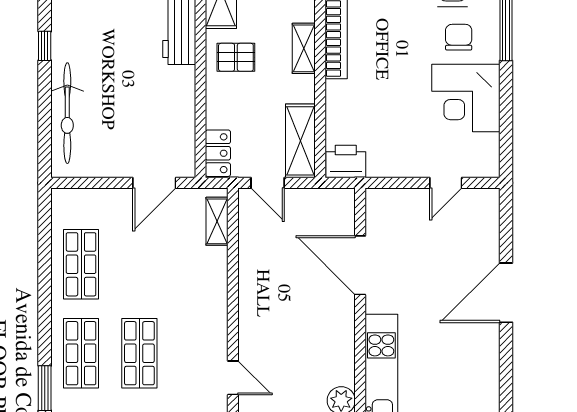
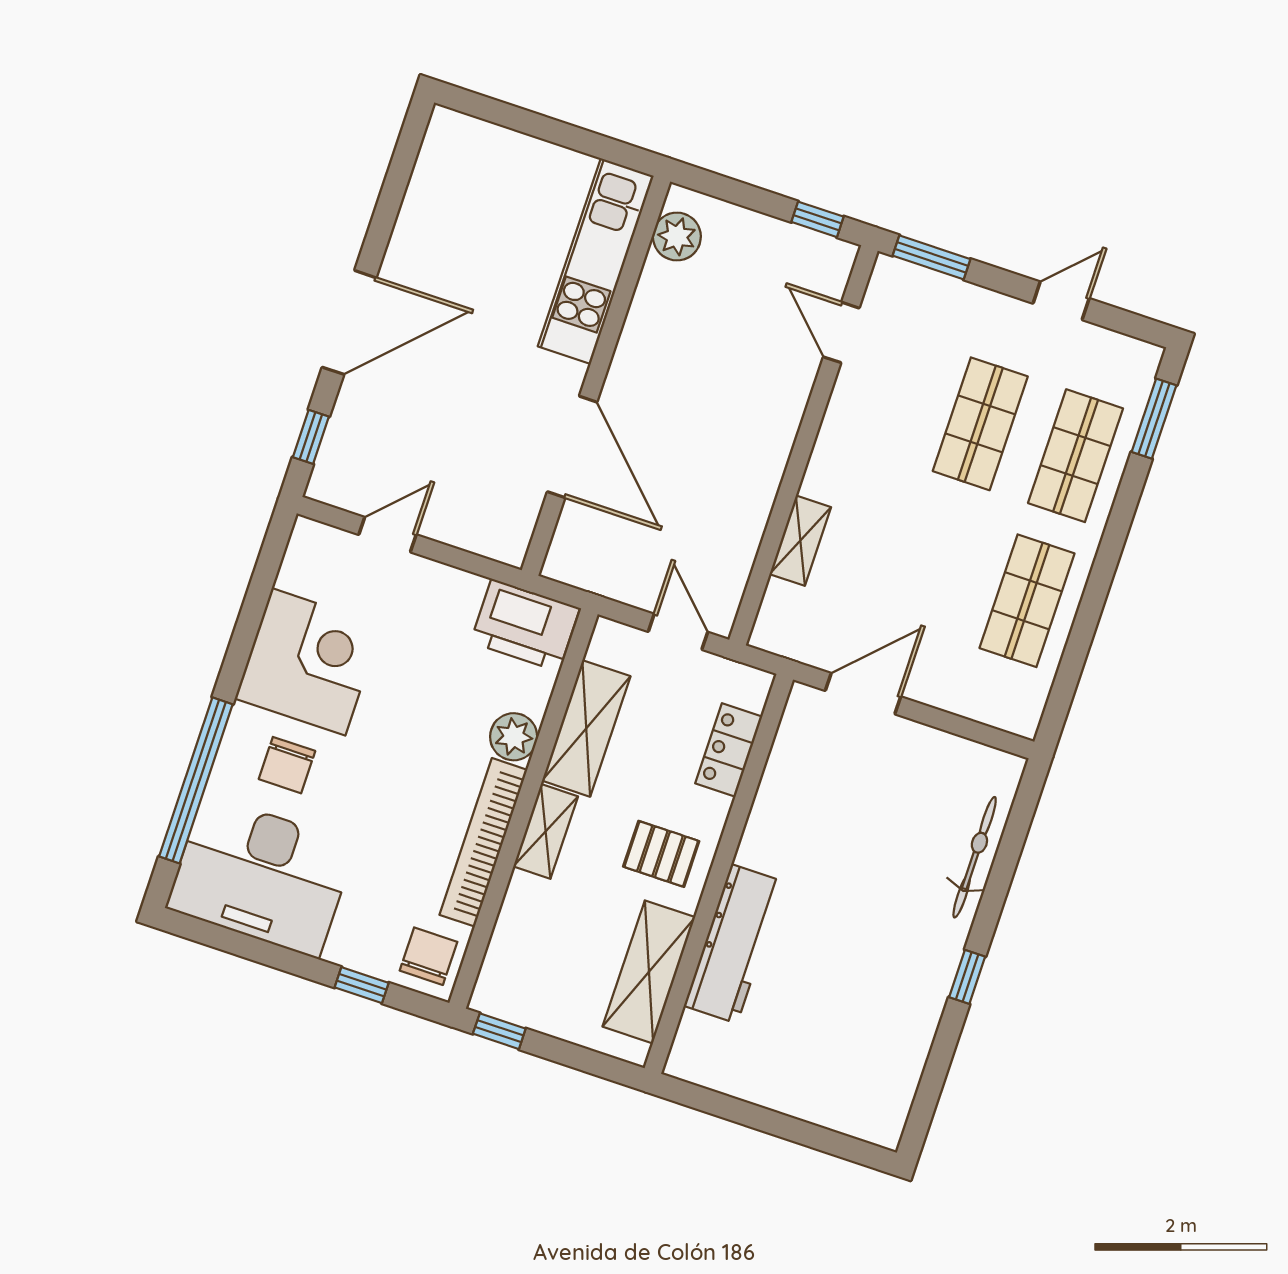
plant: (339, 95) -> (514, 737), added
bicycle: (67, 113) -> (975, 857), width x0.73, depth x0.71
shelving: (300, 141) -> (586, 728), moved
locker: (218, 153) -> (729, 750), moved
printer: (346, 161) -> (525, 625), width x1.37, depth x1.19
shelving: (217, 221) -> (800, 541), moved
window: (506, 222) -> (311, 437), added

